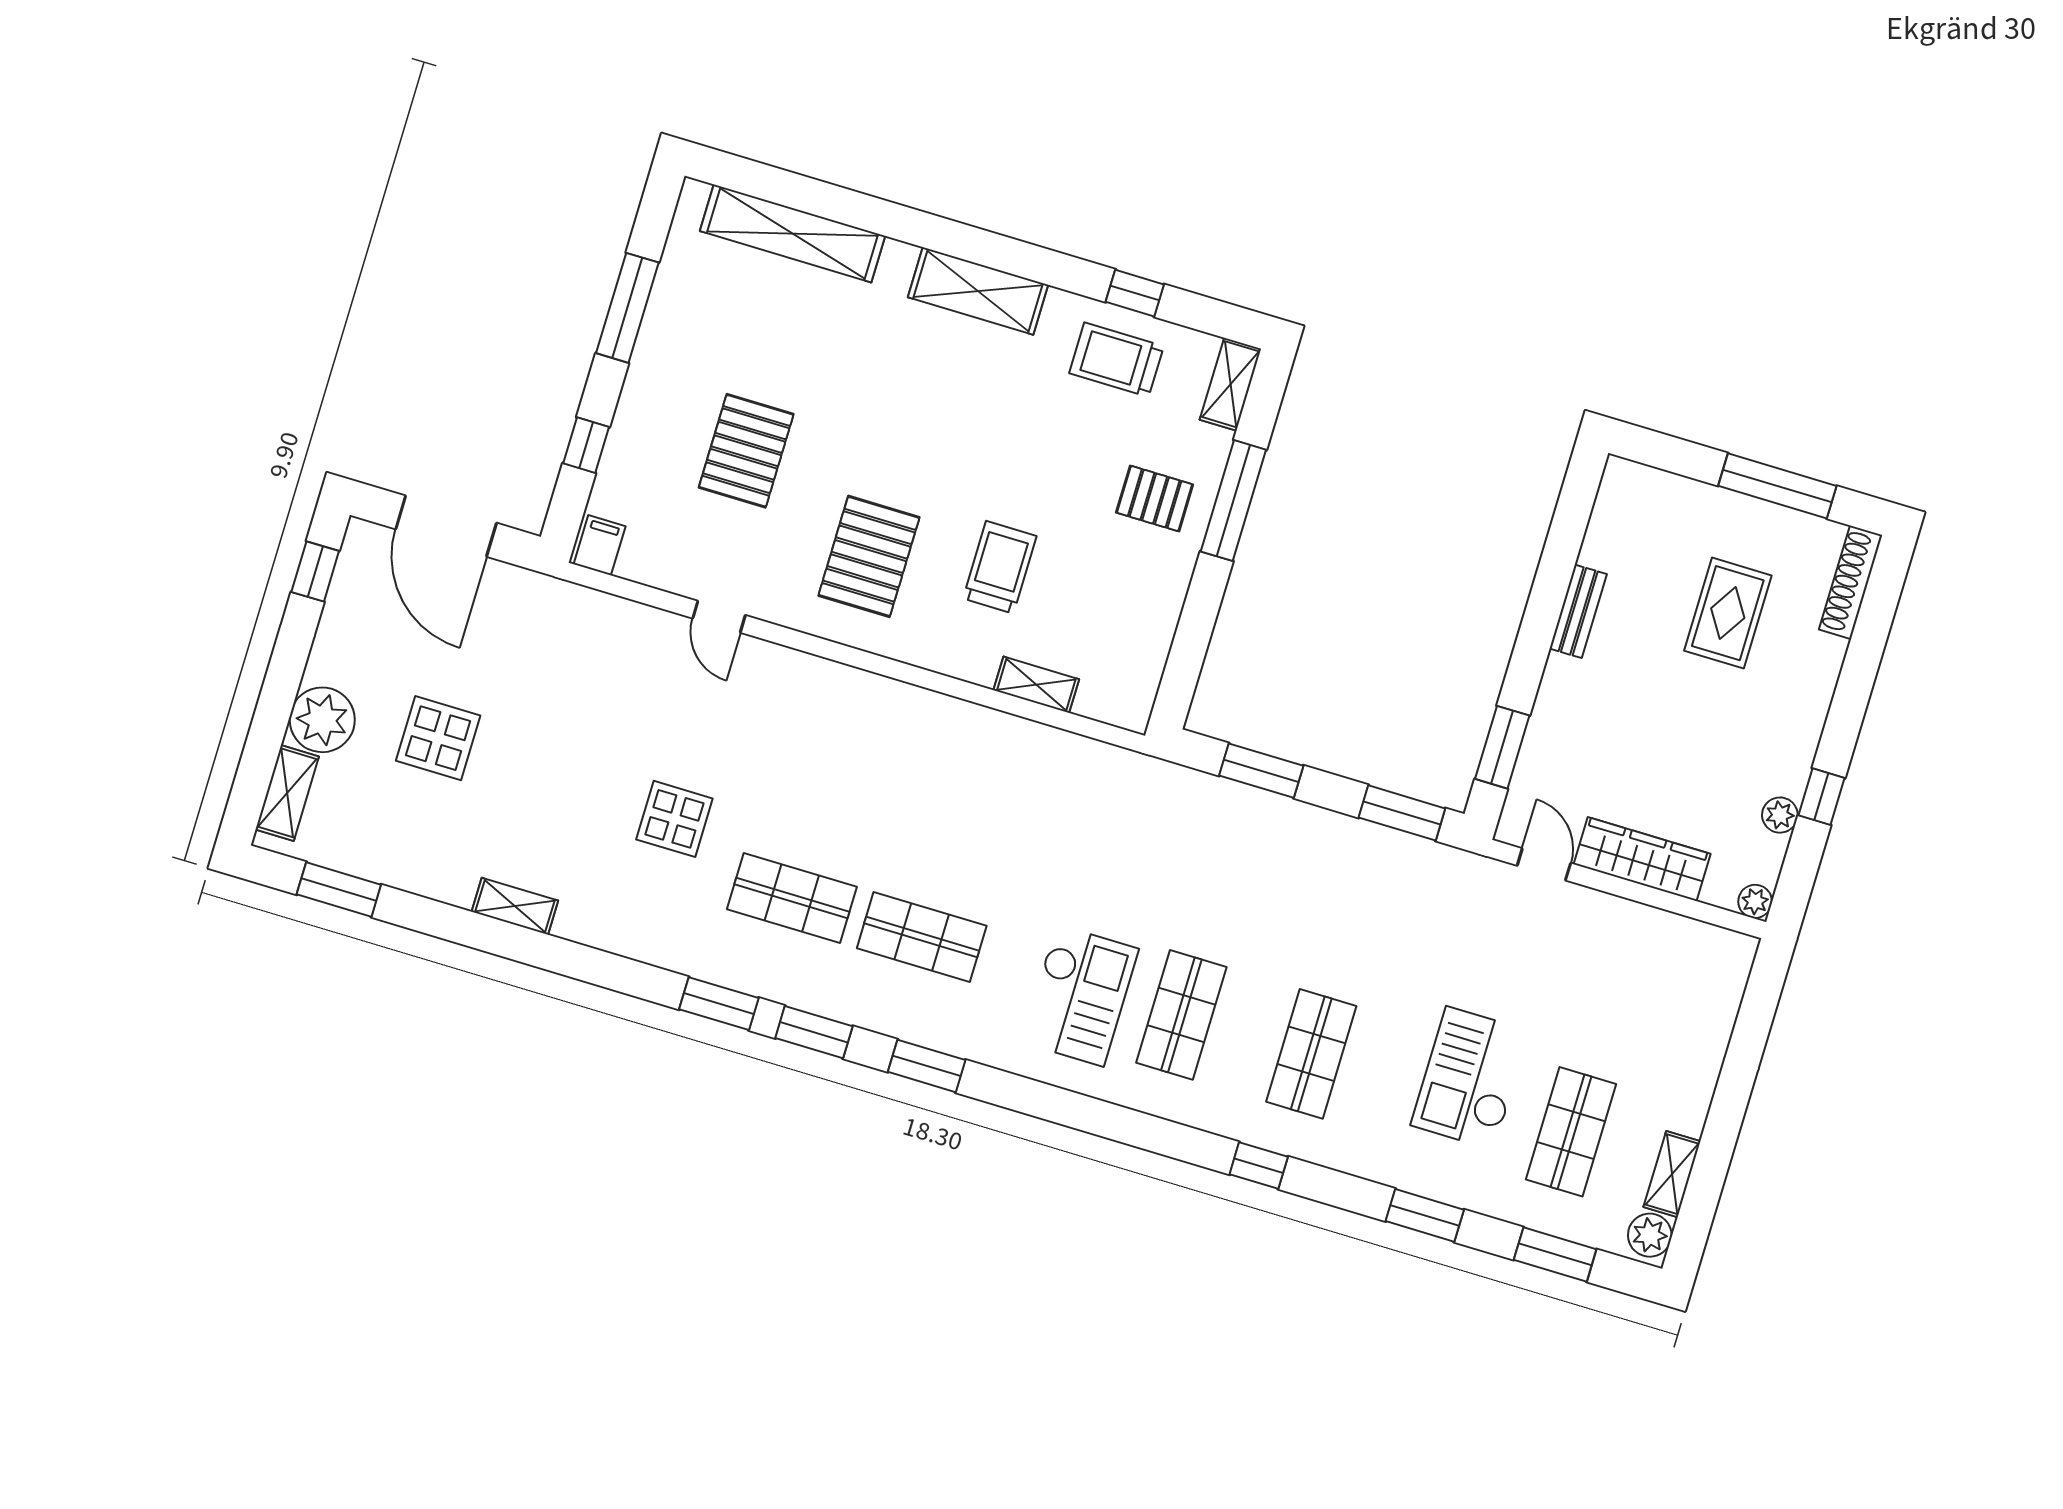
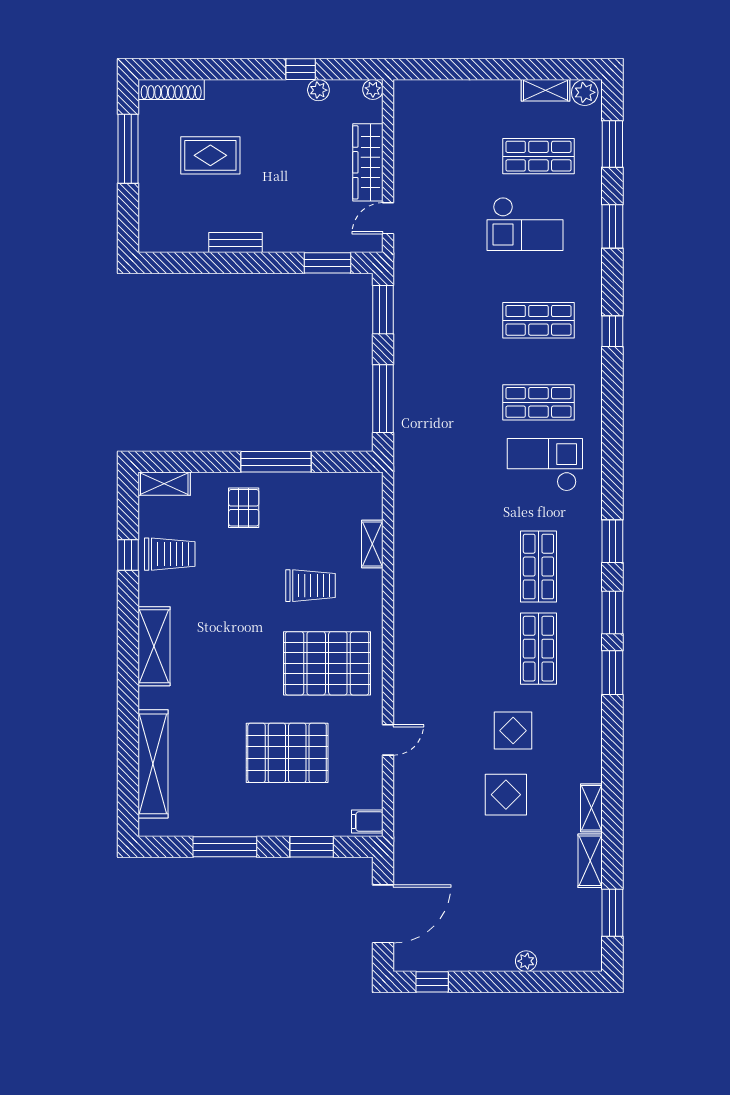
trolley: (1116, 360) -> (170, 554), turned -90
window: (586, 445) -> (312, 847), width x1.50
pallet: (746, 451) -> (287, 753), width x1.37, depth x1.41
window: (1233, 501) -> (276, 462), moved
pallet: (869, 556) -> (327, 663), width x1.37, depth x1.41
trolley: (1000, 567) -> (311, 586), turned 180
plant: (322, 720) -> (526, 961), width x0.53, depth x0.53
display table: (438, 738) -> (506, 795), moved
window: (1261, 771) -> (383, 399), width x1.44
shelving: (287, 793) -> (590, 861), moved, turned 90

